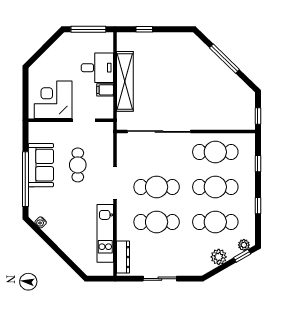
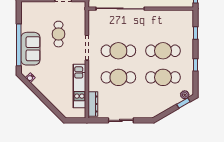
cafe table: (215, 152) -> (163, 24), removed
sofa: (41, 165) -> (30, 49), moved
plant: (219, 257) -> (166, 104), removed

